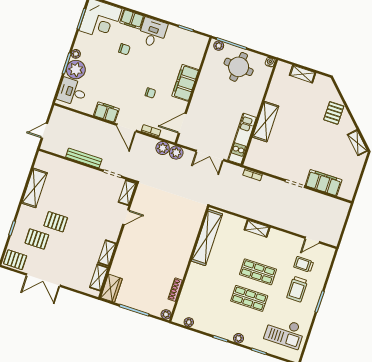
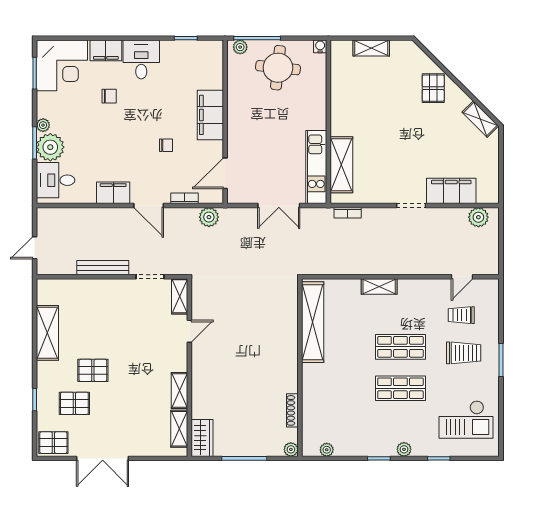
shelving: (266, 122) -> (341, 165), moved
plant: (176, 153) -> (478, 217), moved
trolley: (297, 289) -> (464, 353), turned -90

